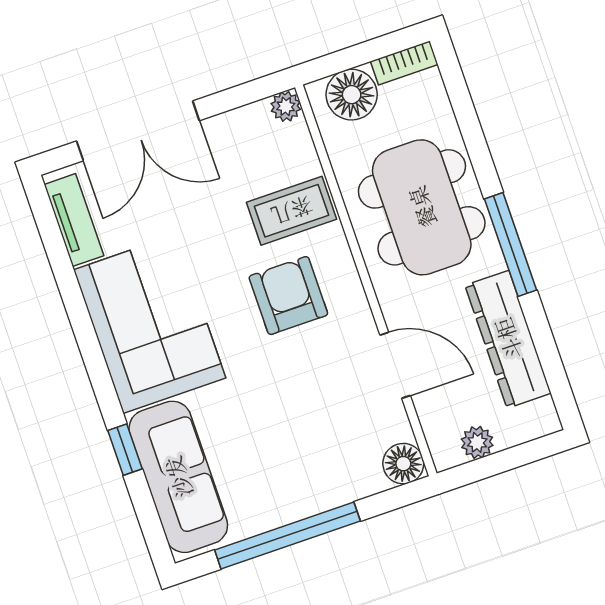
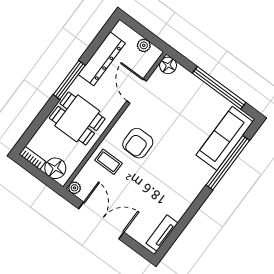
double door: (138, 131) -> (101, 220), moved
dining table: (422, 207) -> (77, 118), width x0.73
coffee table: (292, 211) -> (108, 162), width x0.73, depth x0.77
corner sofa: (150, 324) -> (180, 183), removed
window: (125, 450) -> (228, 163), width x3.17

